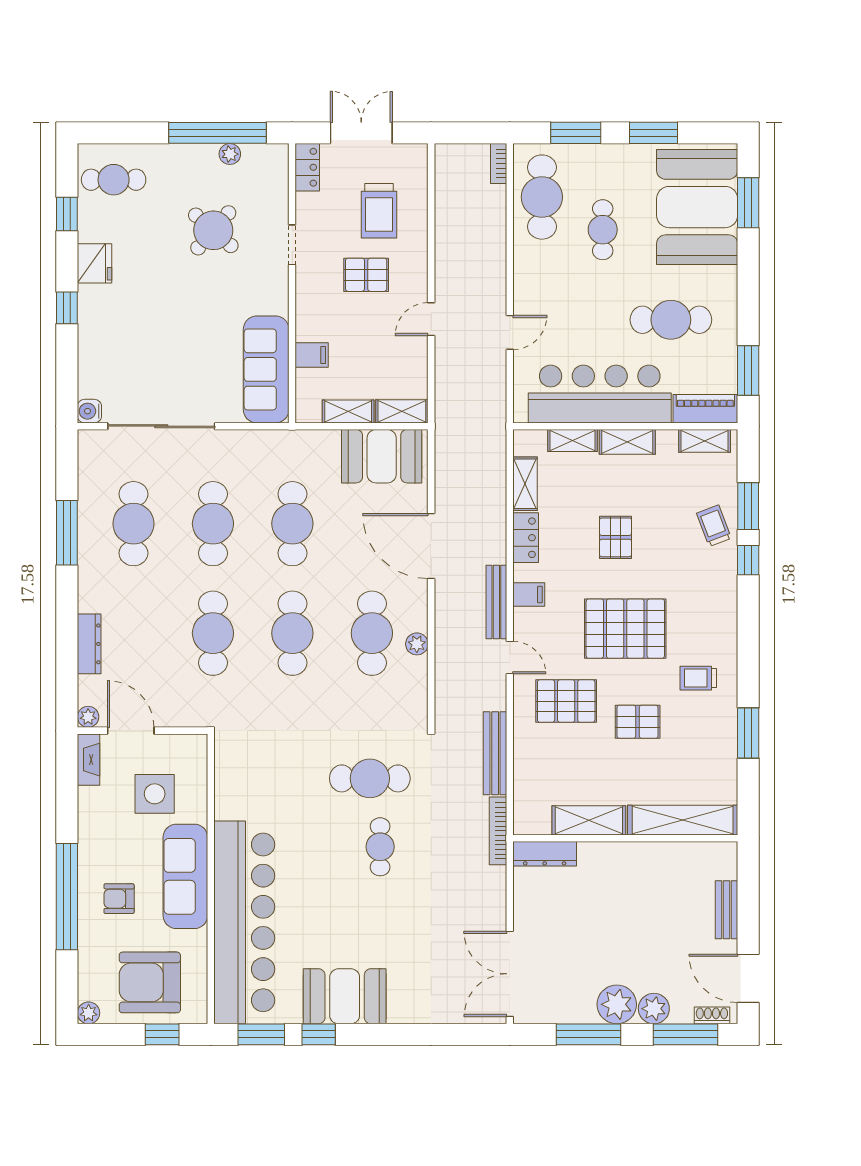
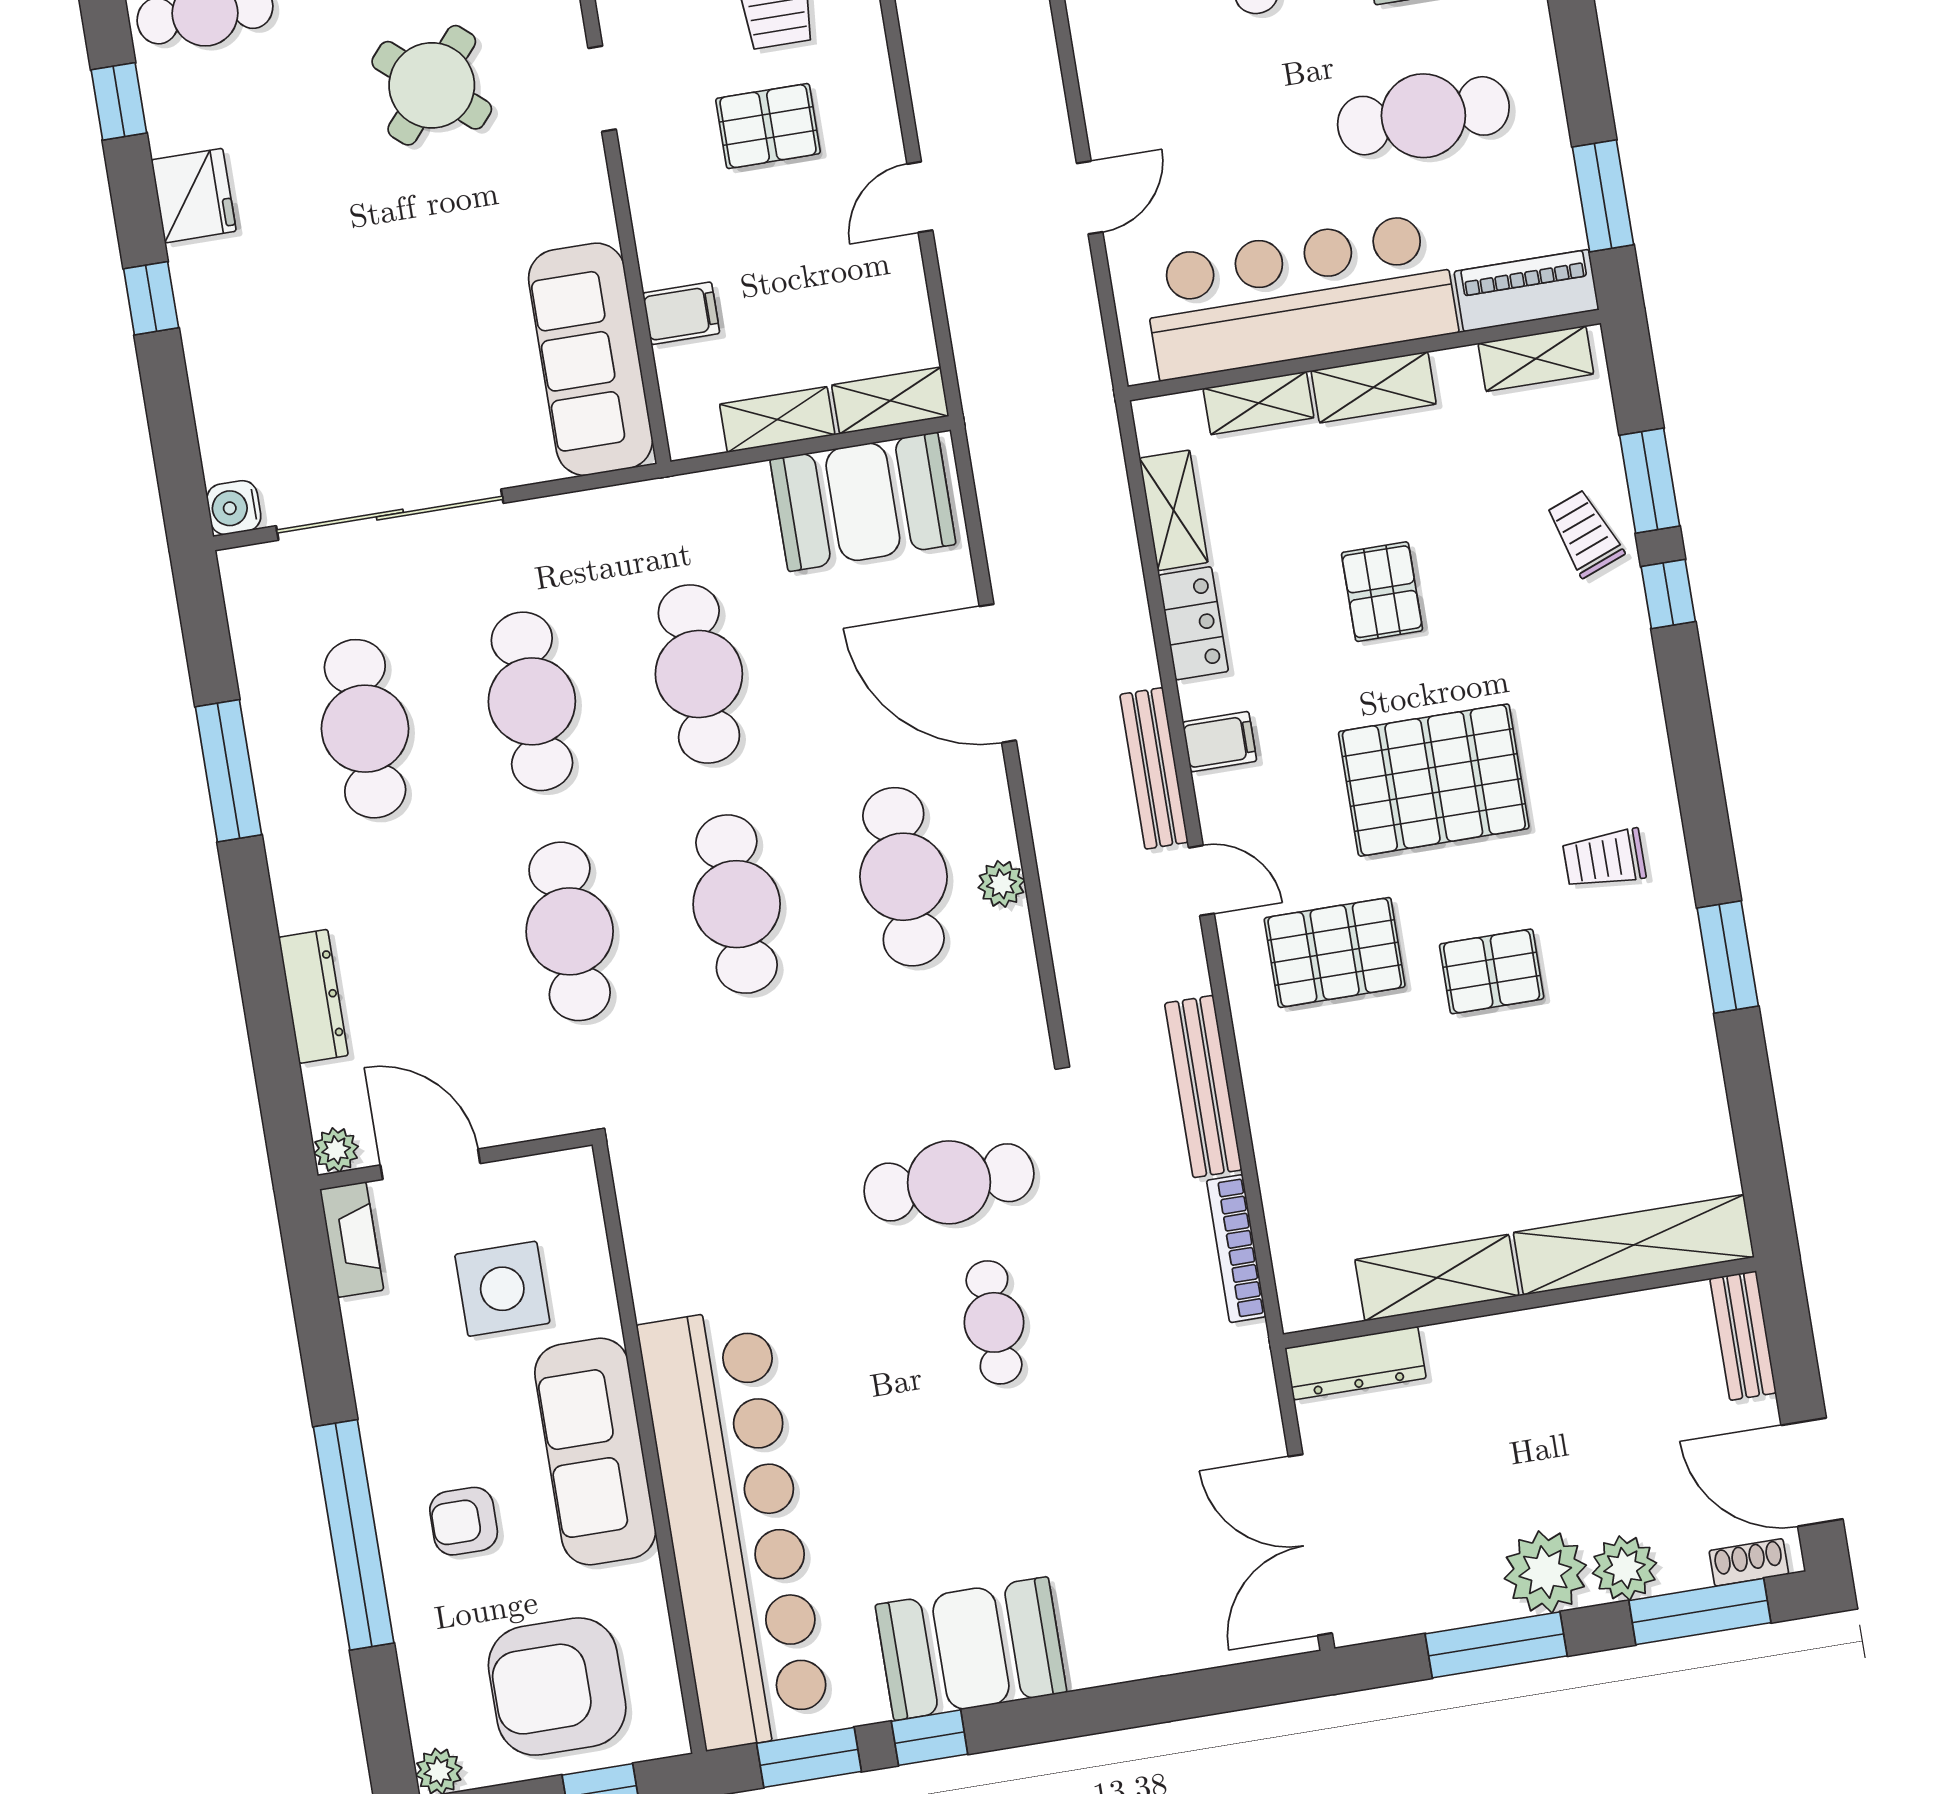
shelving: (589, 820) -> (1437, 1278), moved
shelving: (683, 820) -> (1634, 1245), moved
wall: (625, 838) -> (1520, 1303), moved
dresser: (545, 854) -> (1356, 1363), moved

